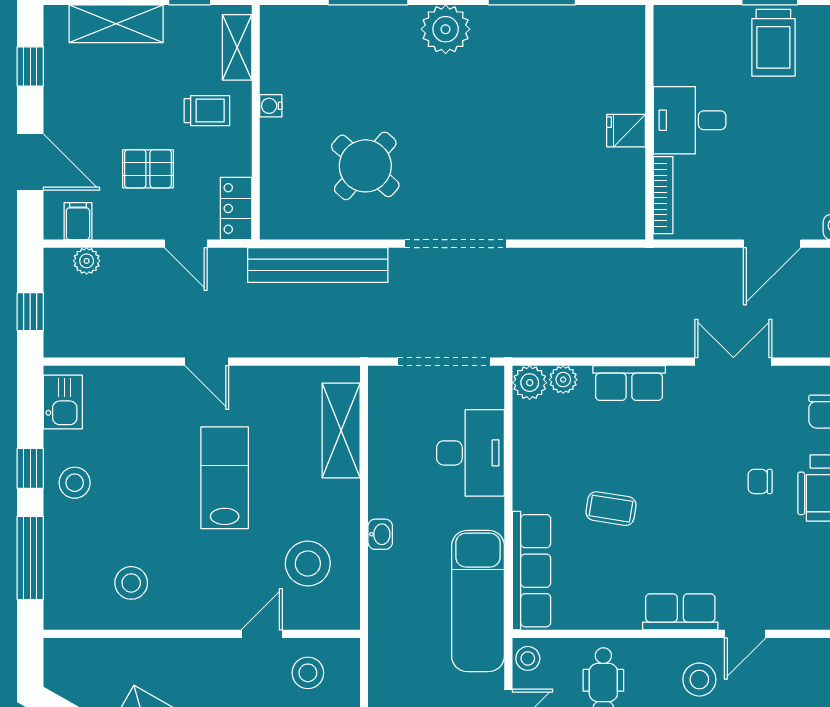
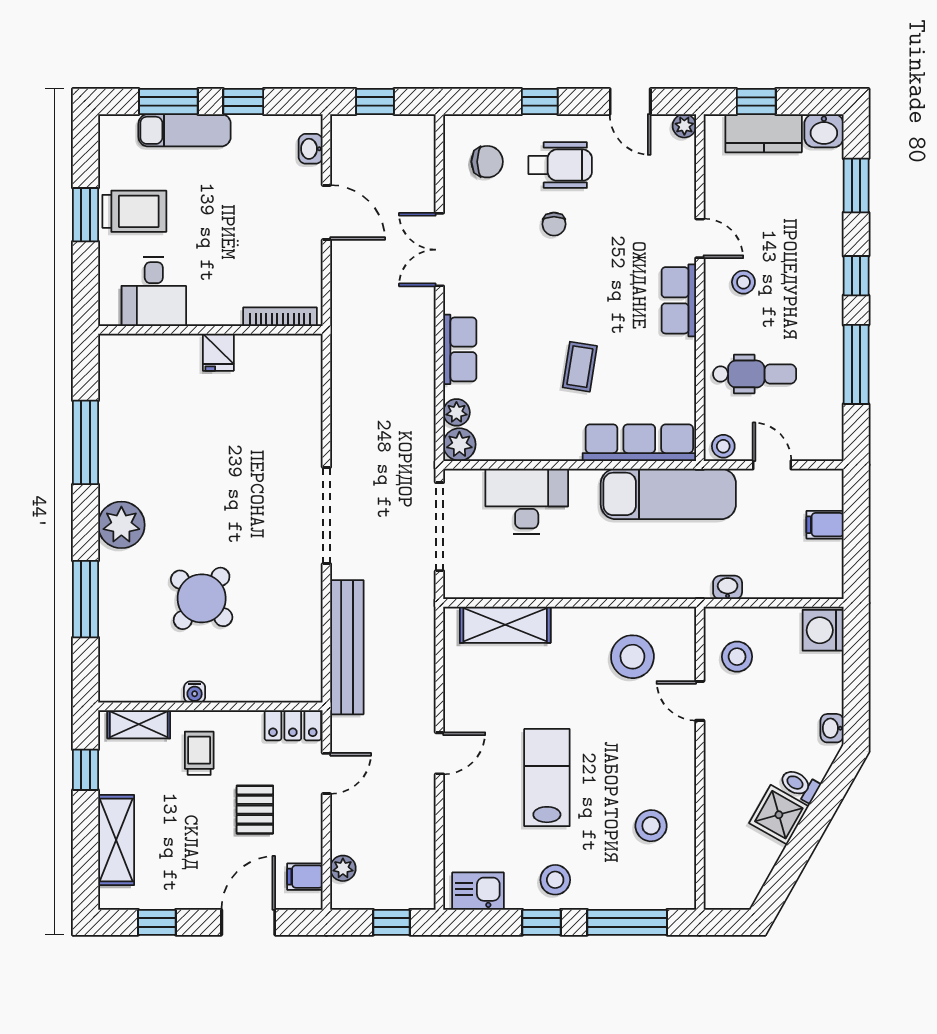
desk: (690, 120) -> (154, 291), moved
round table: (365, 166) -> (202, 598), moved
lab bench: (225, 478) -> (547, 778), moved, turned 90
washbasin: (380, 534) -> (728, 587), moved
stool: (699, 680) -> (743, 282), width x0.73, depth x0.73

